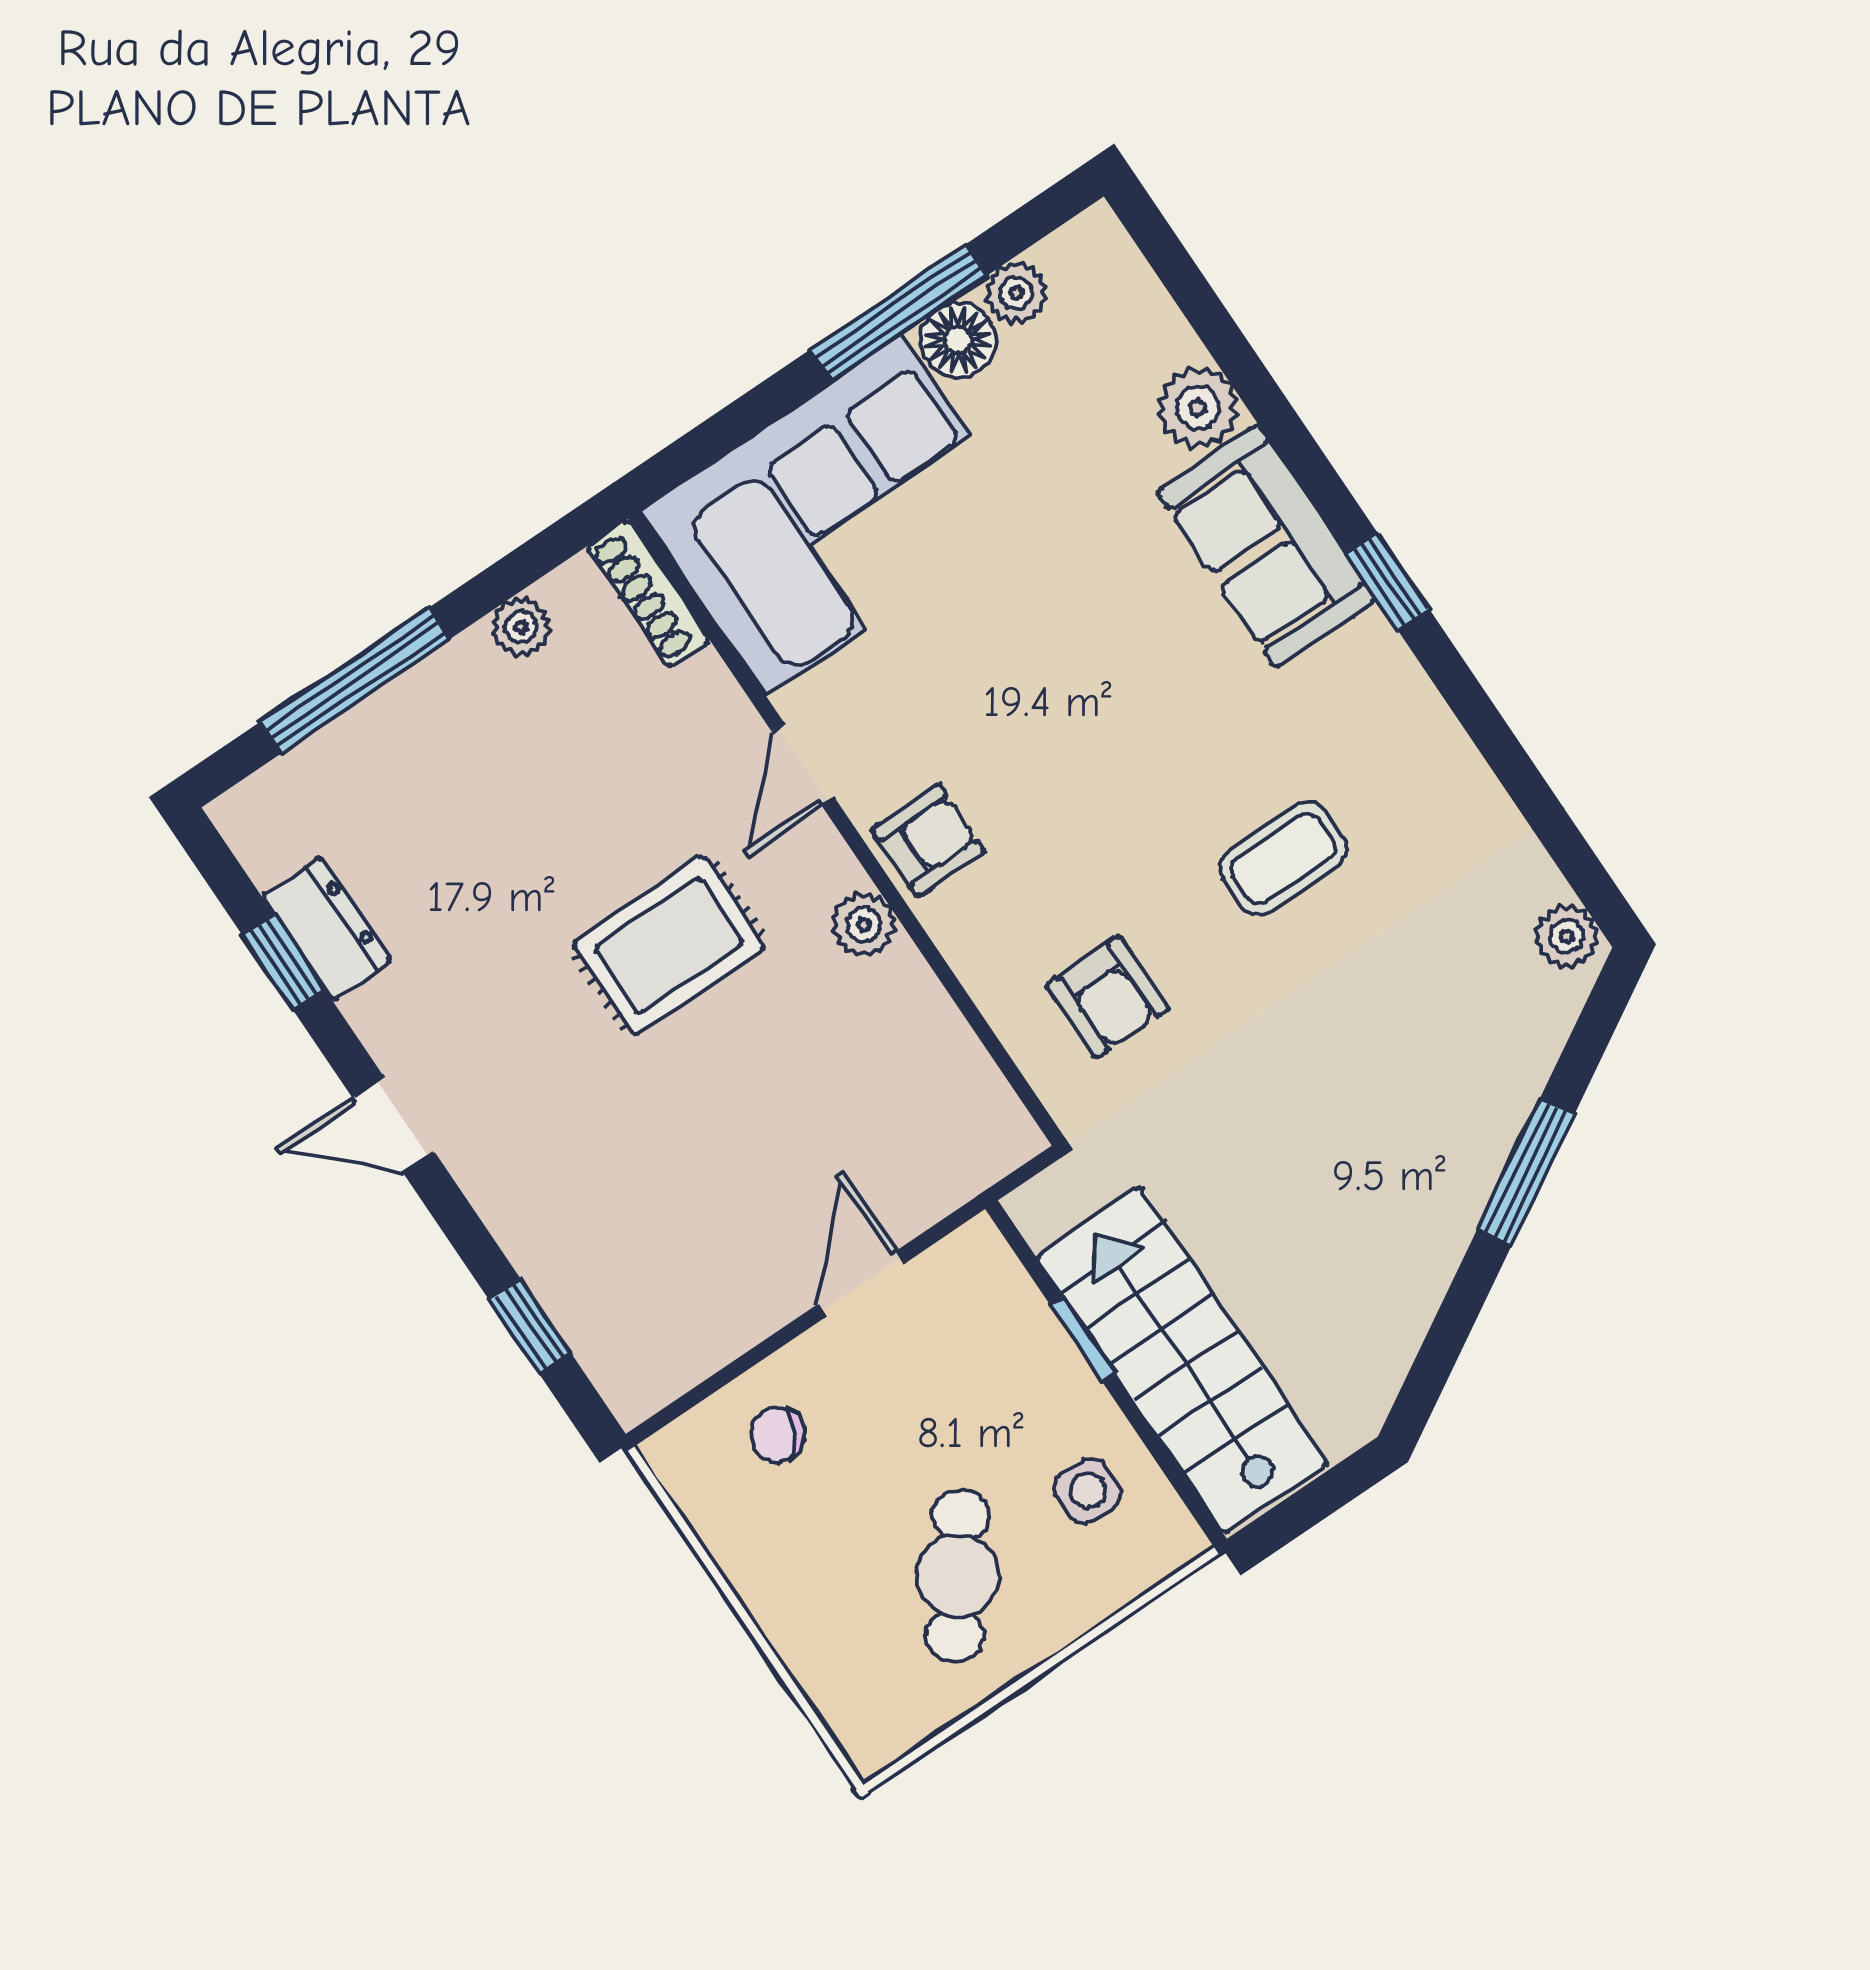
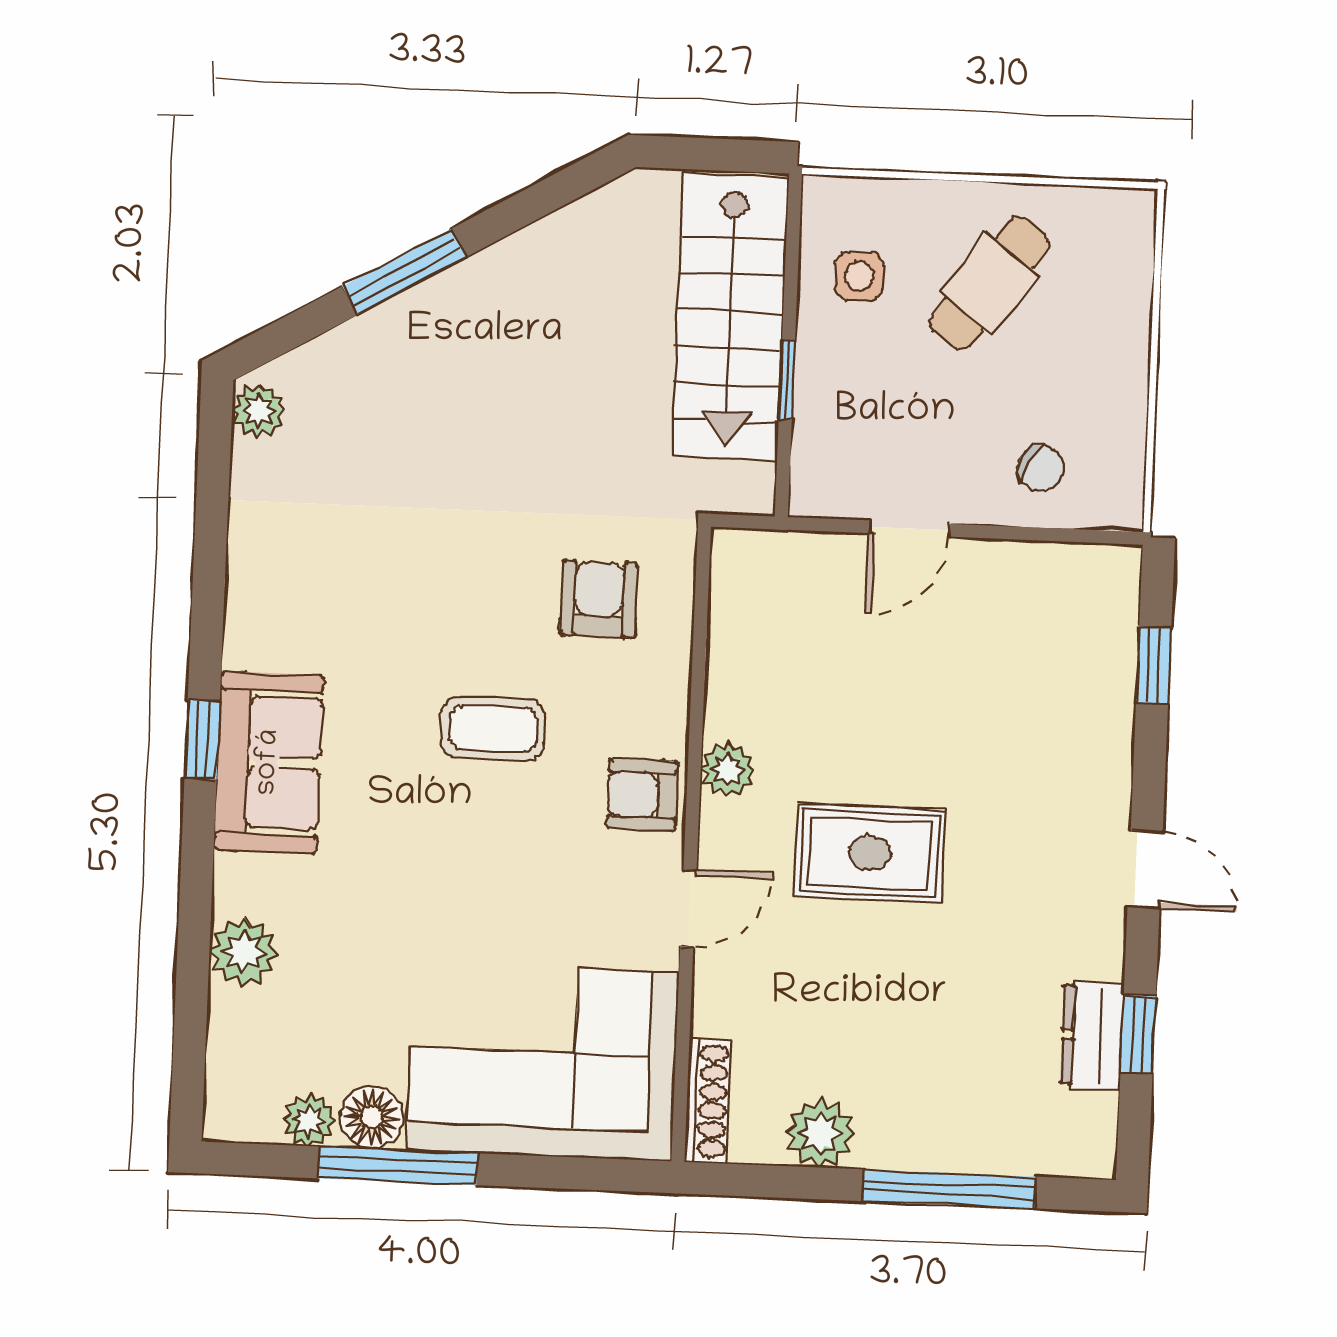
sofa: (1266, 546) -> (269, 762), moved
plant: (521, 627) -> (820, 1133), width x1.38, depth x1.38
coffee table: (1283, 859) -> (493, 728), moved

